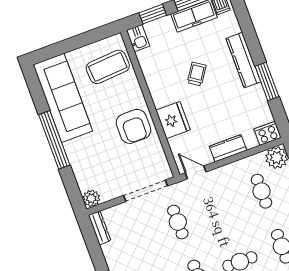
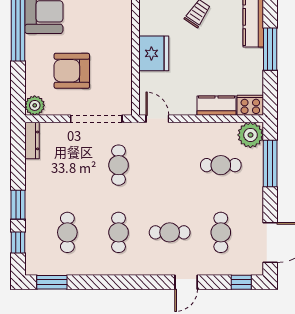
armchair: (133, 126) -> (72, 71), moved, turned 90
kitchen counter: (228, 148) -> (216, 106), moved
cafe table: (261, 191) -> (221, 165), turned 90

